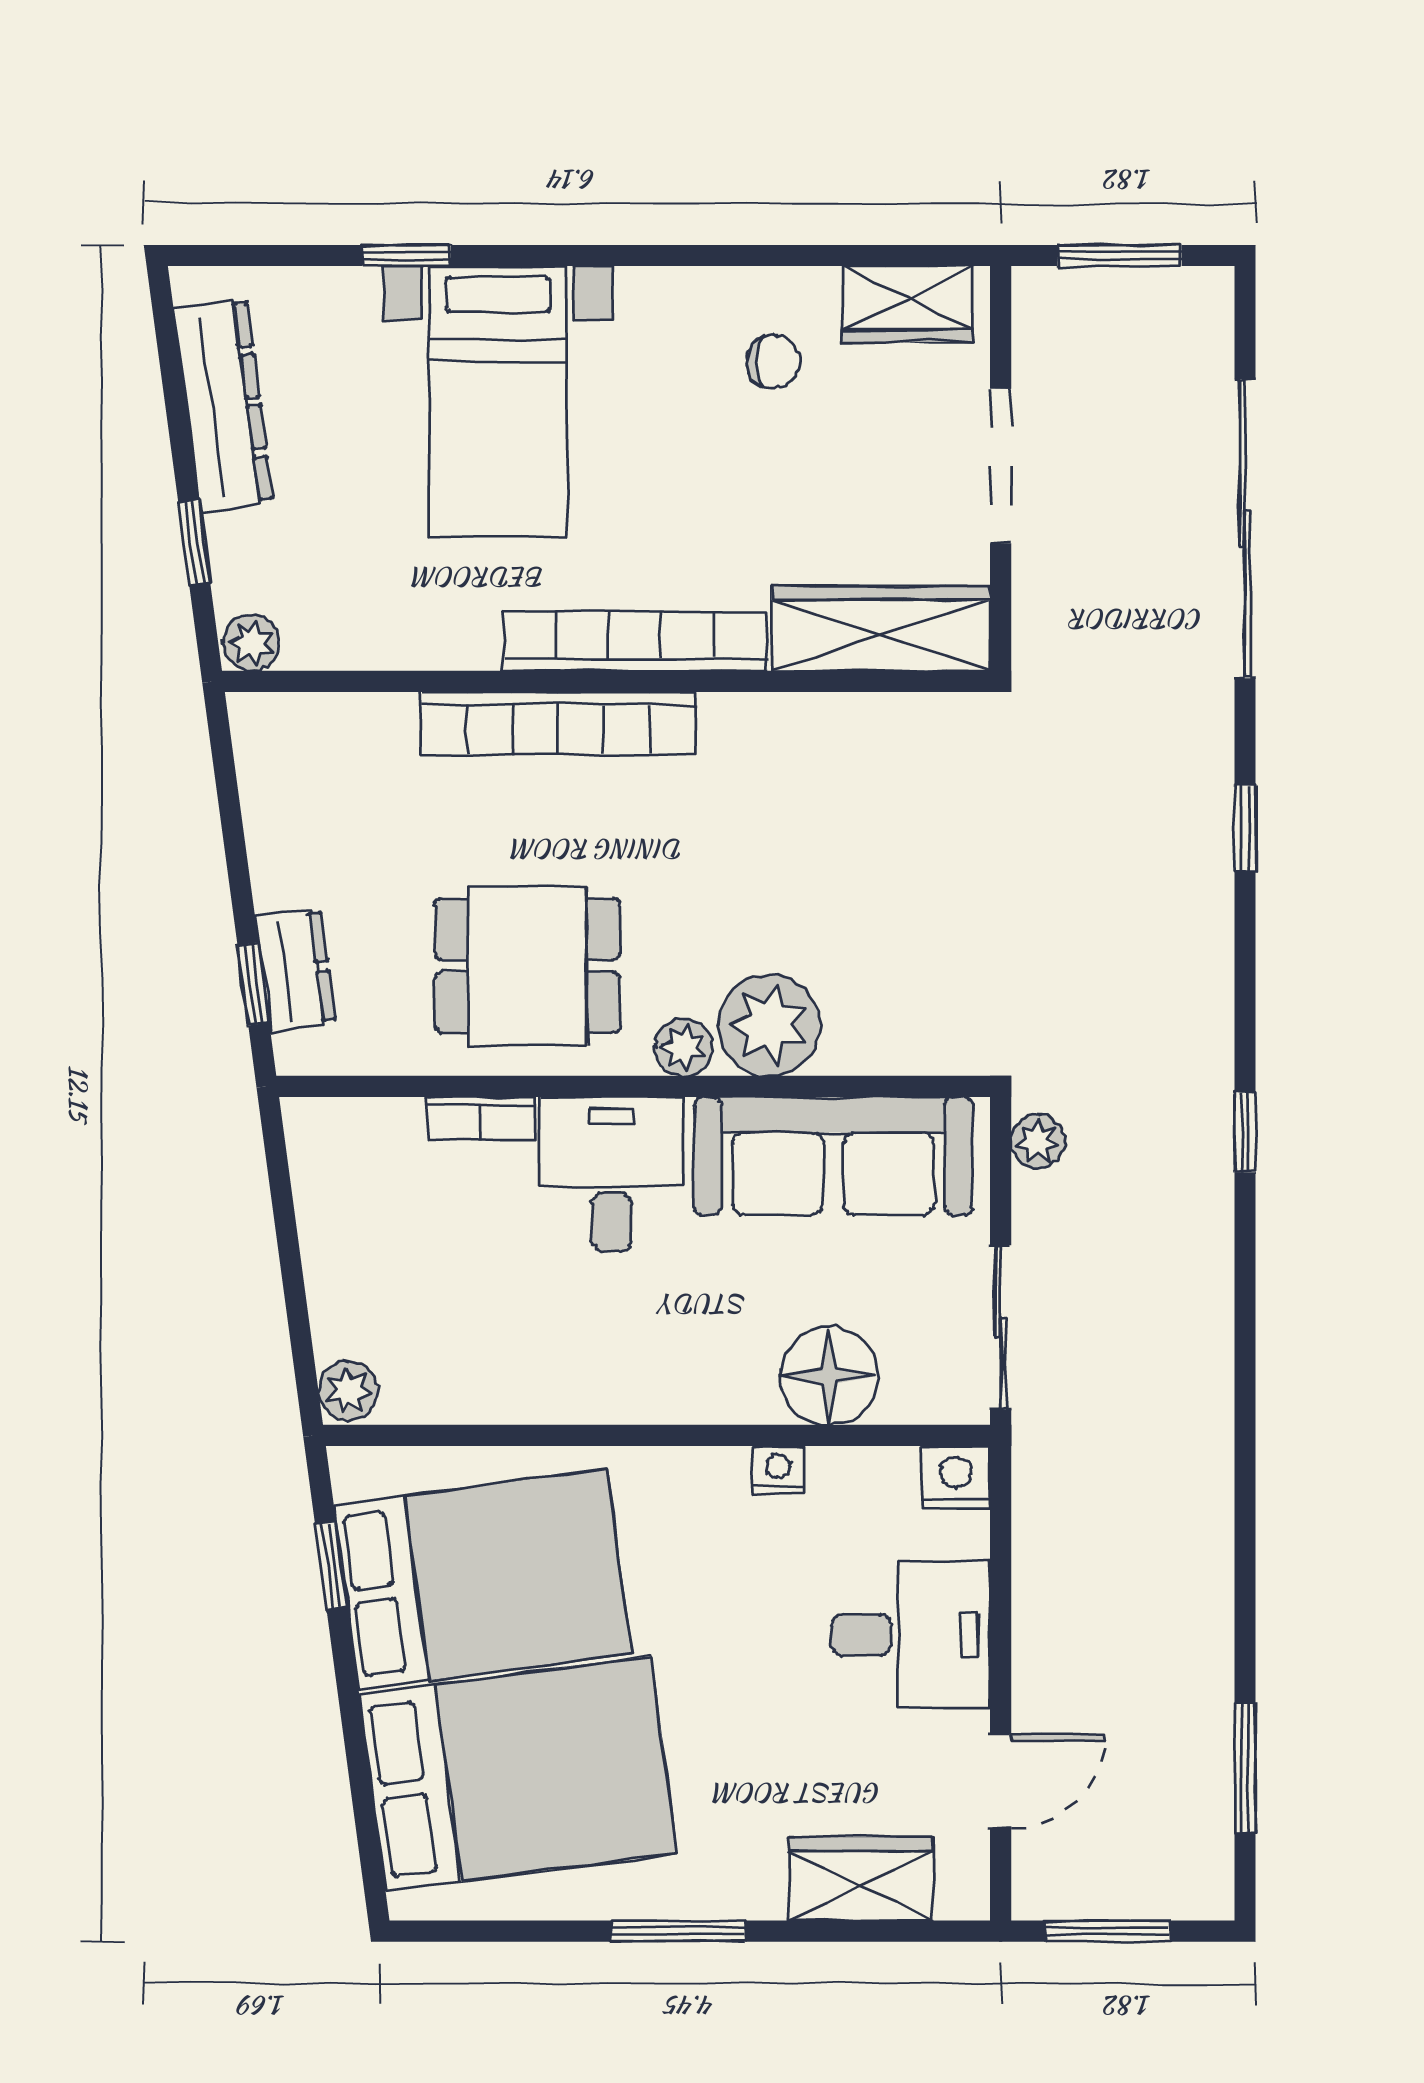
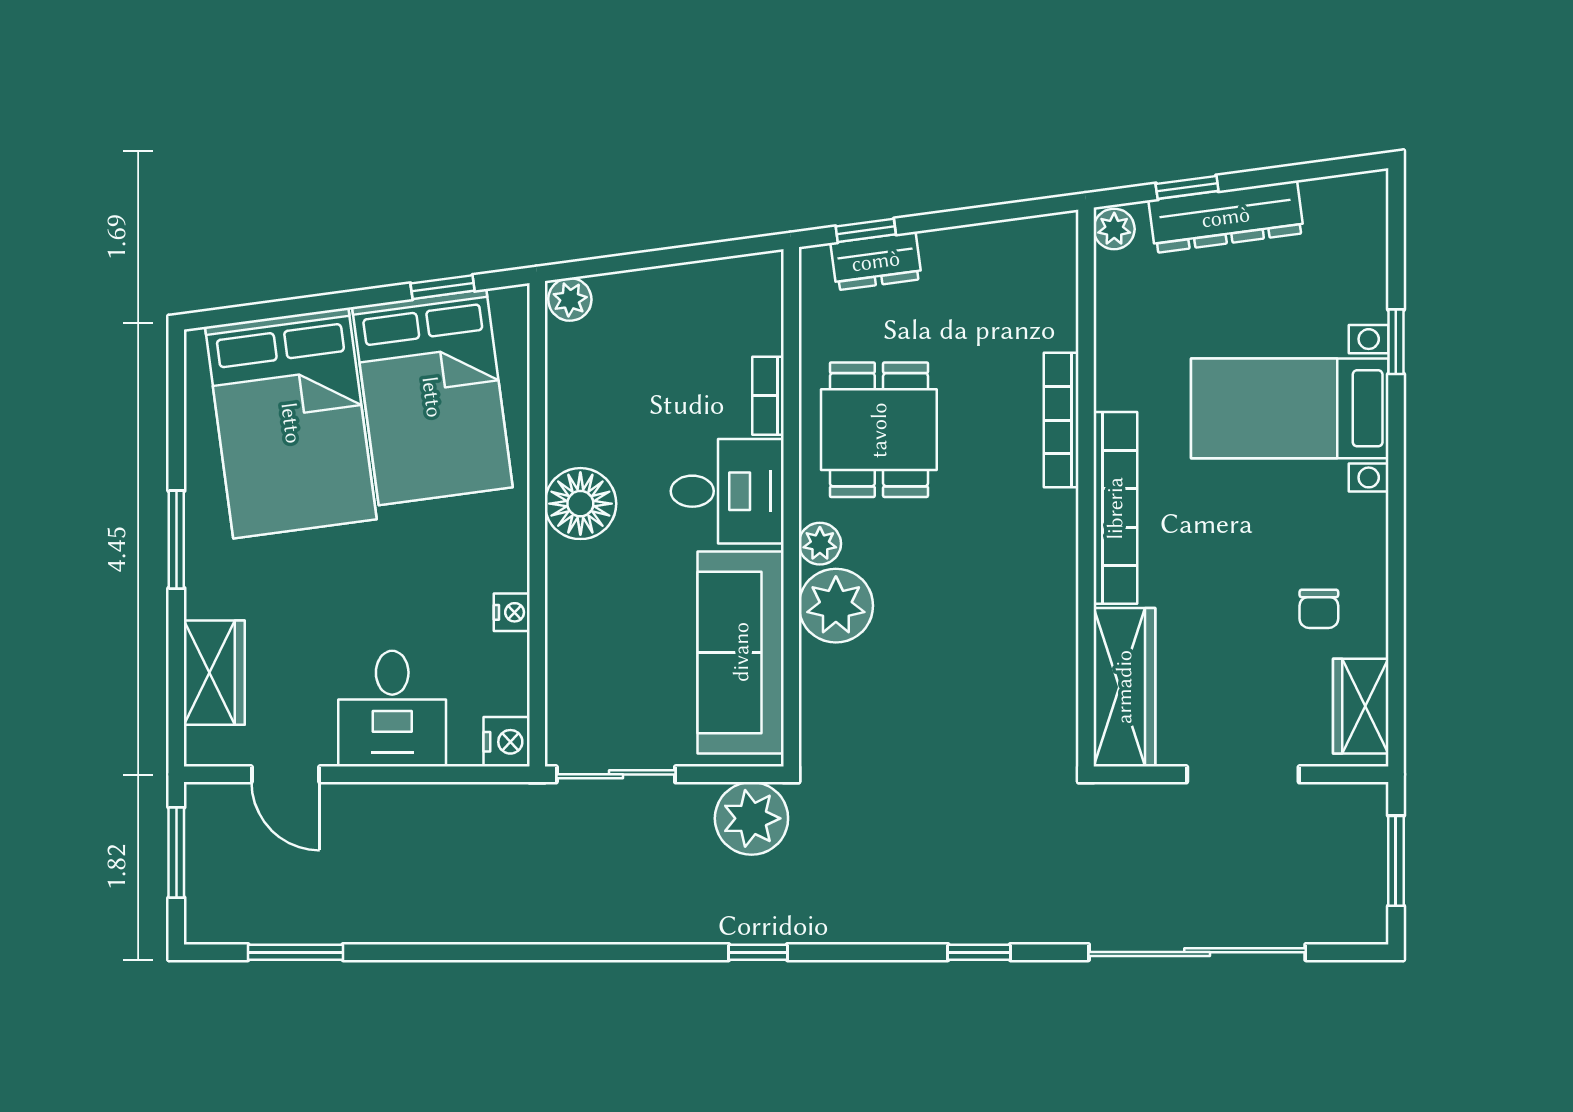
dresser: (223, 405) -> (1226, 217), moved
bookcase: (558, 723) -> (1061, 420), width x0.68, depth x0.76
plant: (1038, 1141) -> (751, 818), width x1.88, depth x1.88
floor lamp: (829, 1376) -> (580, 504), moved

